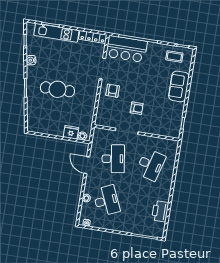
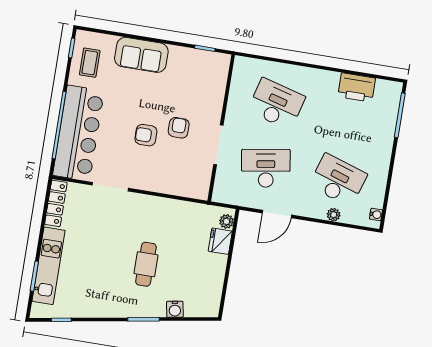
bar counter: (126, 49) -> (78, 133), width x1.36
water cooler: (31, 60) -> (175, 309), moved
cafe table: (57, 89) -> (146, 264), width x0.73, depth x0.74
armchair: (113, 91) -> (146, 135), moved
desk: (106, 201) -> (338, 180), turned 42

